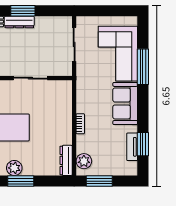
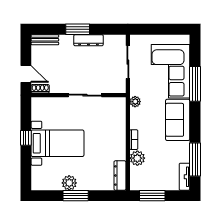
dresser: (19, 22) -> (88, 40), moved
plant: (82, 85) -> (135, 102), added
window: (143, 144) -> (195, 160), width x1.44
tv unit: (132, 147) -> (185, 177), moved
plant: (84, 161) -> (137, 158), moved

